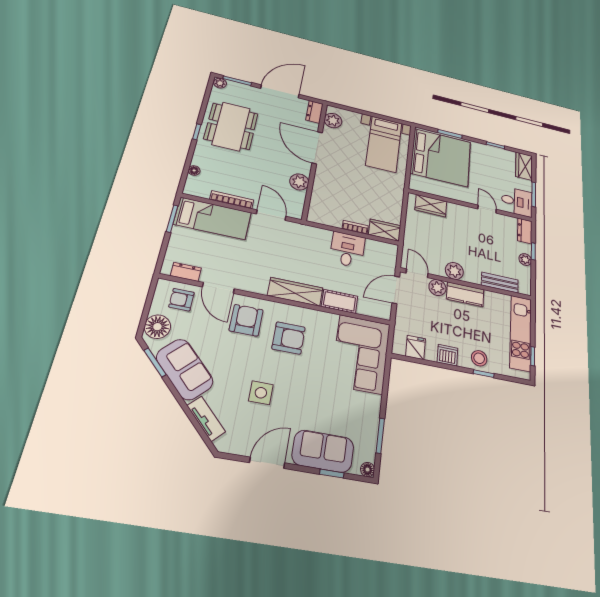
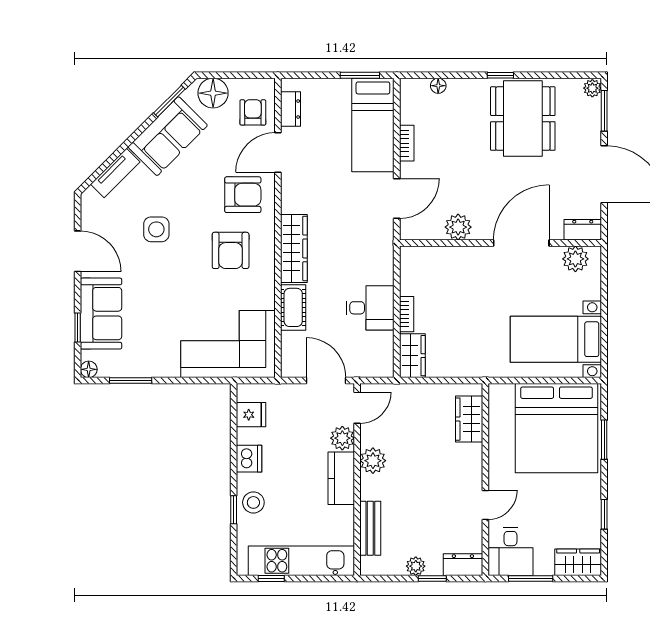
dining table: (231, 126) -> (523, 119), turned 90
bookcase: (232, 200) -> (407, 143), width x0.64

